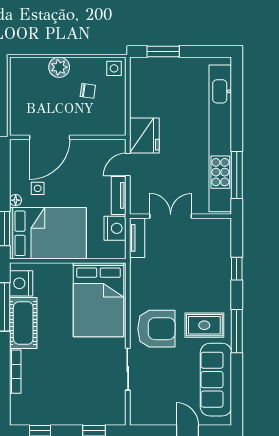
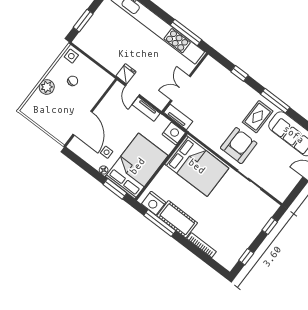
fridge: (144, 135) -> (126, 74), width x0.53, depth x0.75
nightstand: (115, 228) -> (174, 134), moved

